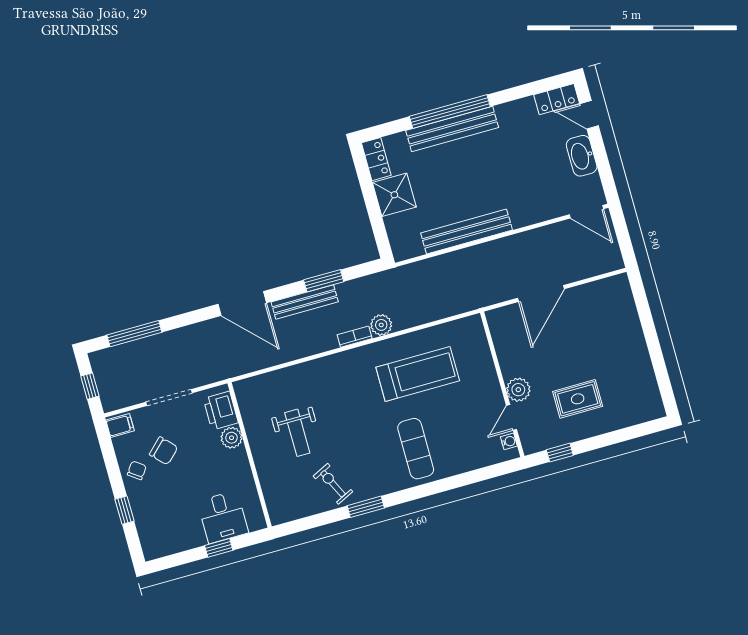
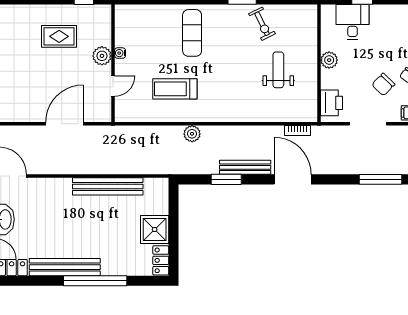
bench: (452, 129) -> (65, 267), moved
bookcase: (355, 337) -> (298, 131), moved
treadmill: (418, 374) -> (175, 89), width x0.73, depth x0.73
door: (512, 417) -> (113, 86), moved
plant: (231, 438) -> (329, 60), moved
water cooler: (509, 441) -> (120, 53), moved
chair: (164, 451) -> (383, 85), turned -92

